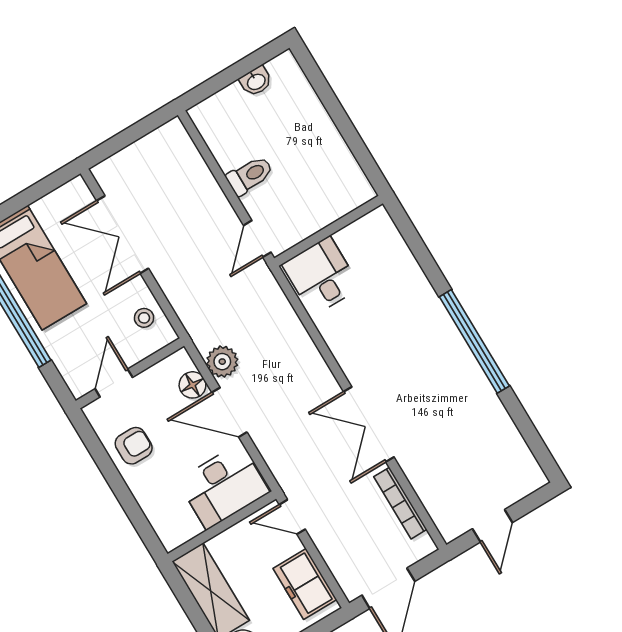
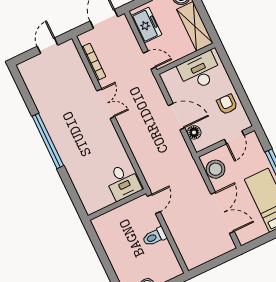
stool: (144, 318) -> (216, 169), width x1.89, depth x1.89
plant: (222, 362) -> (178, 143), removed
double door: (369, 424) -> (106, 104), width x0.73
armchair: (134, 446) -> (227, 104), turned 90
desk: (223, 486) -> (200, 71), moved

